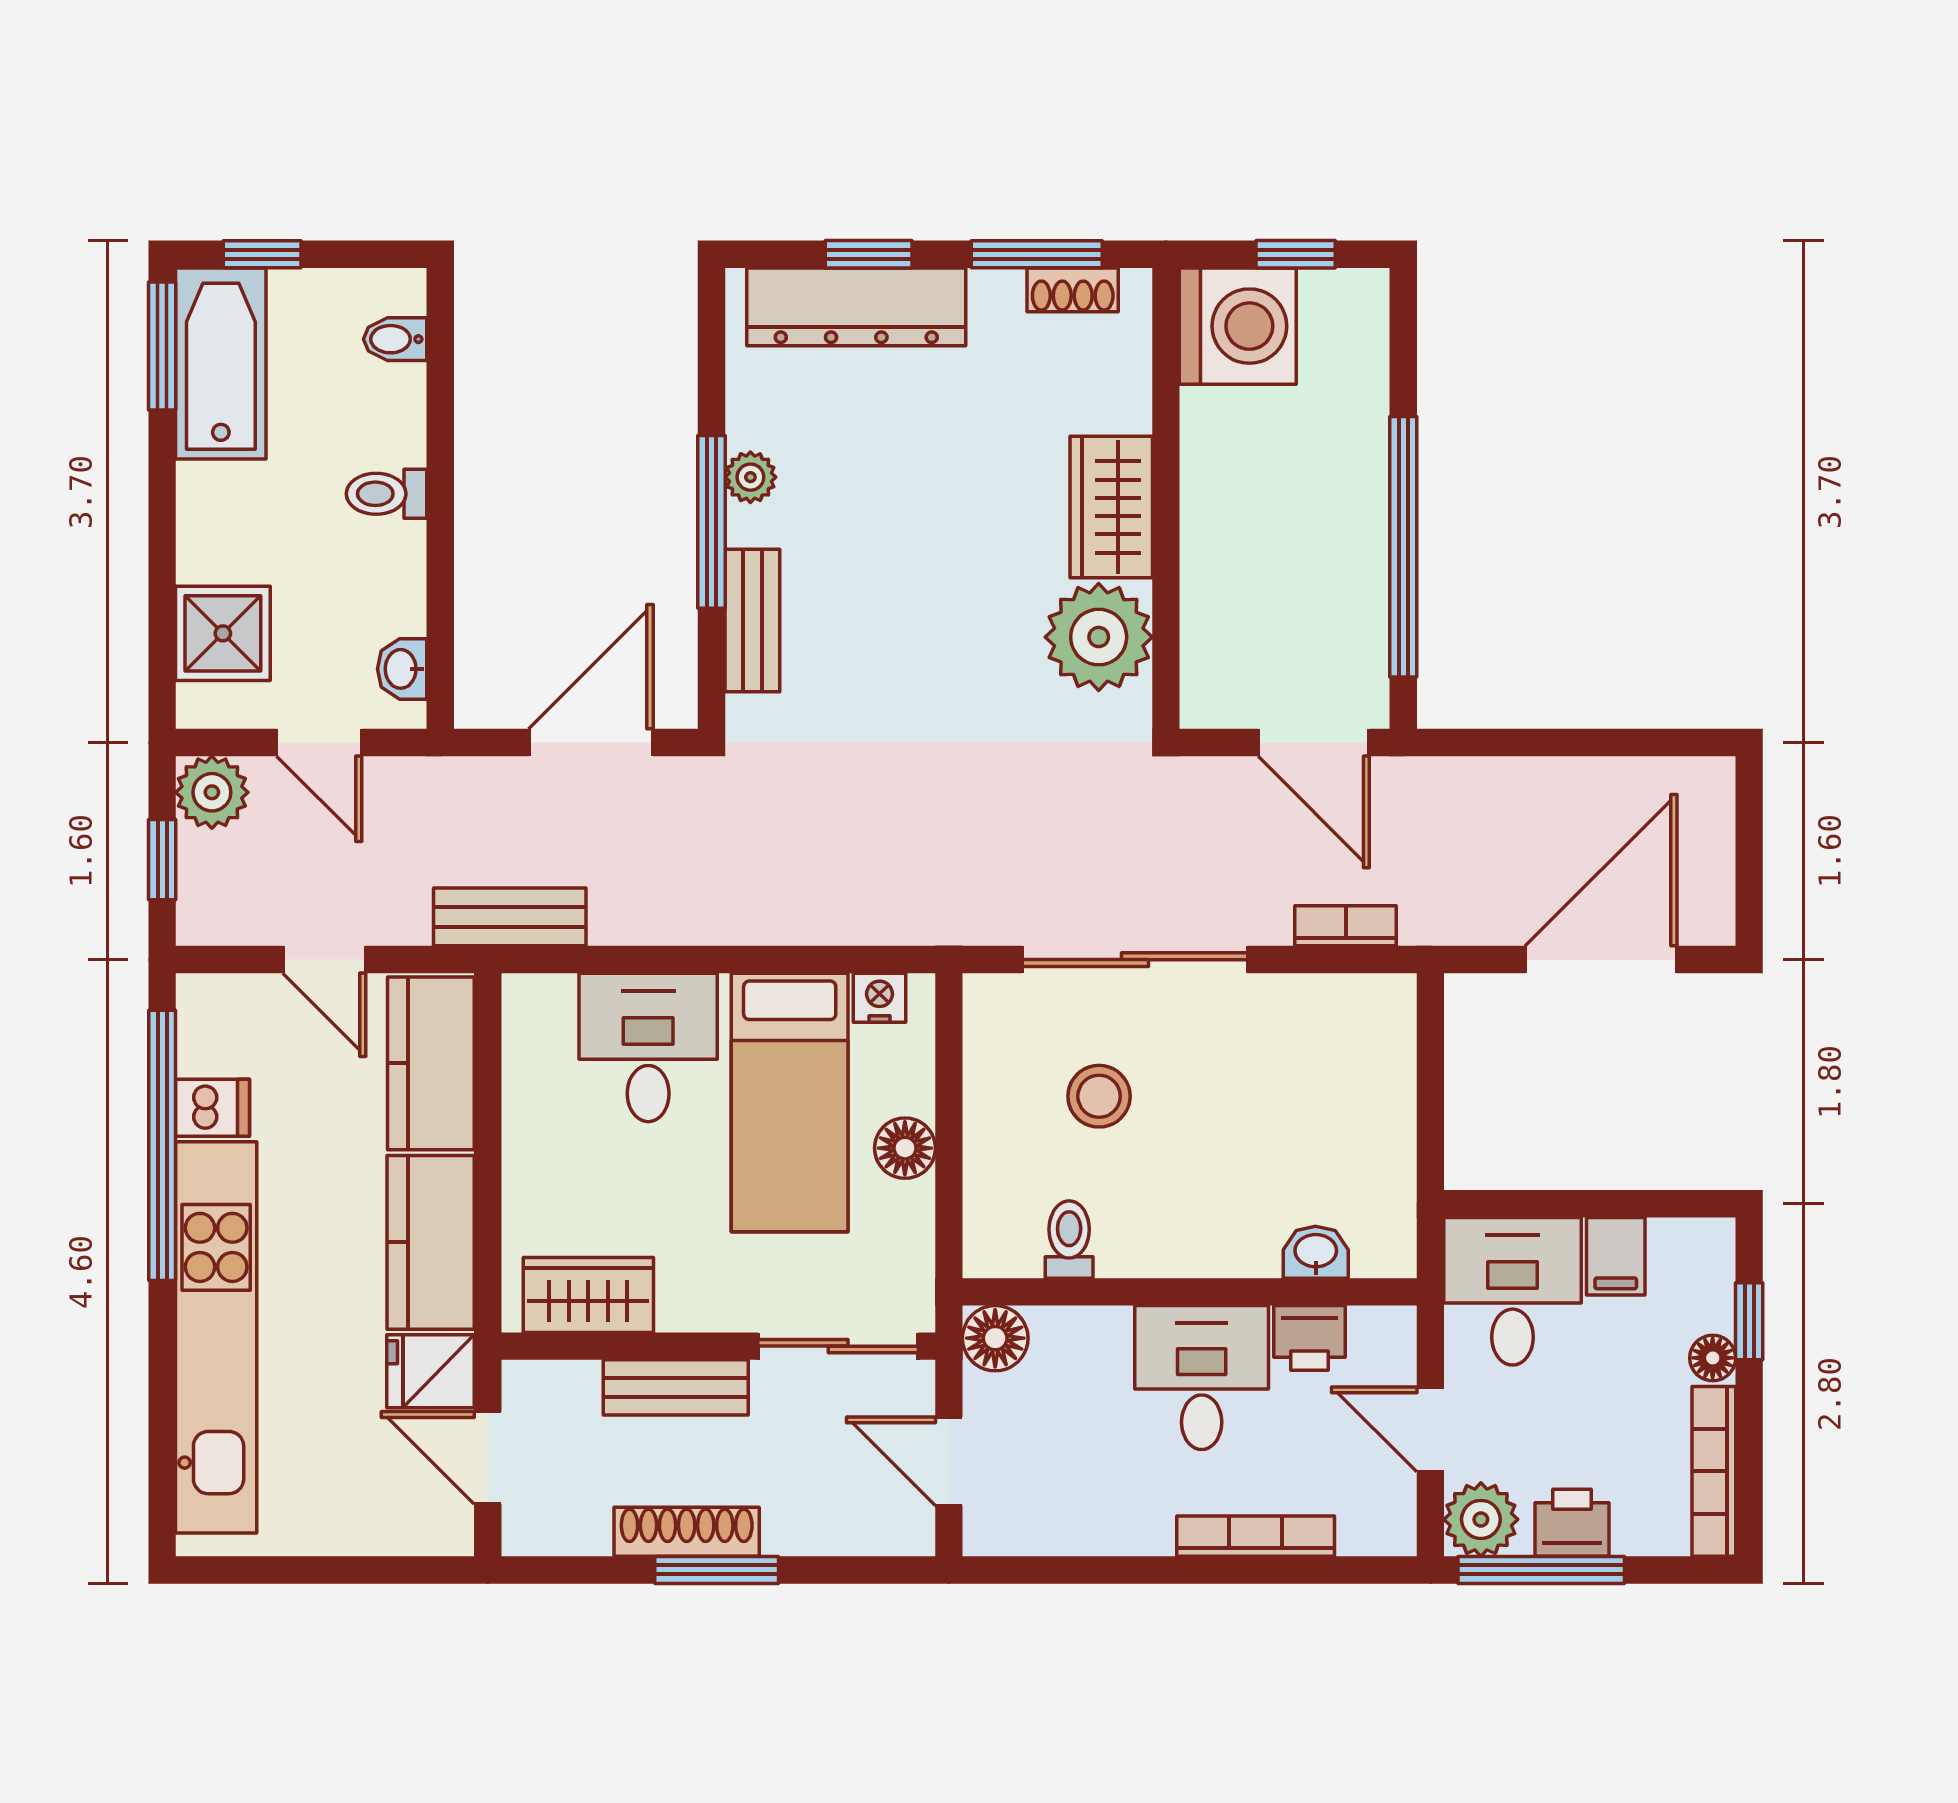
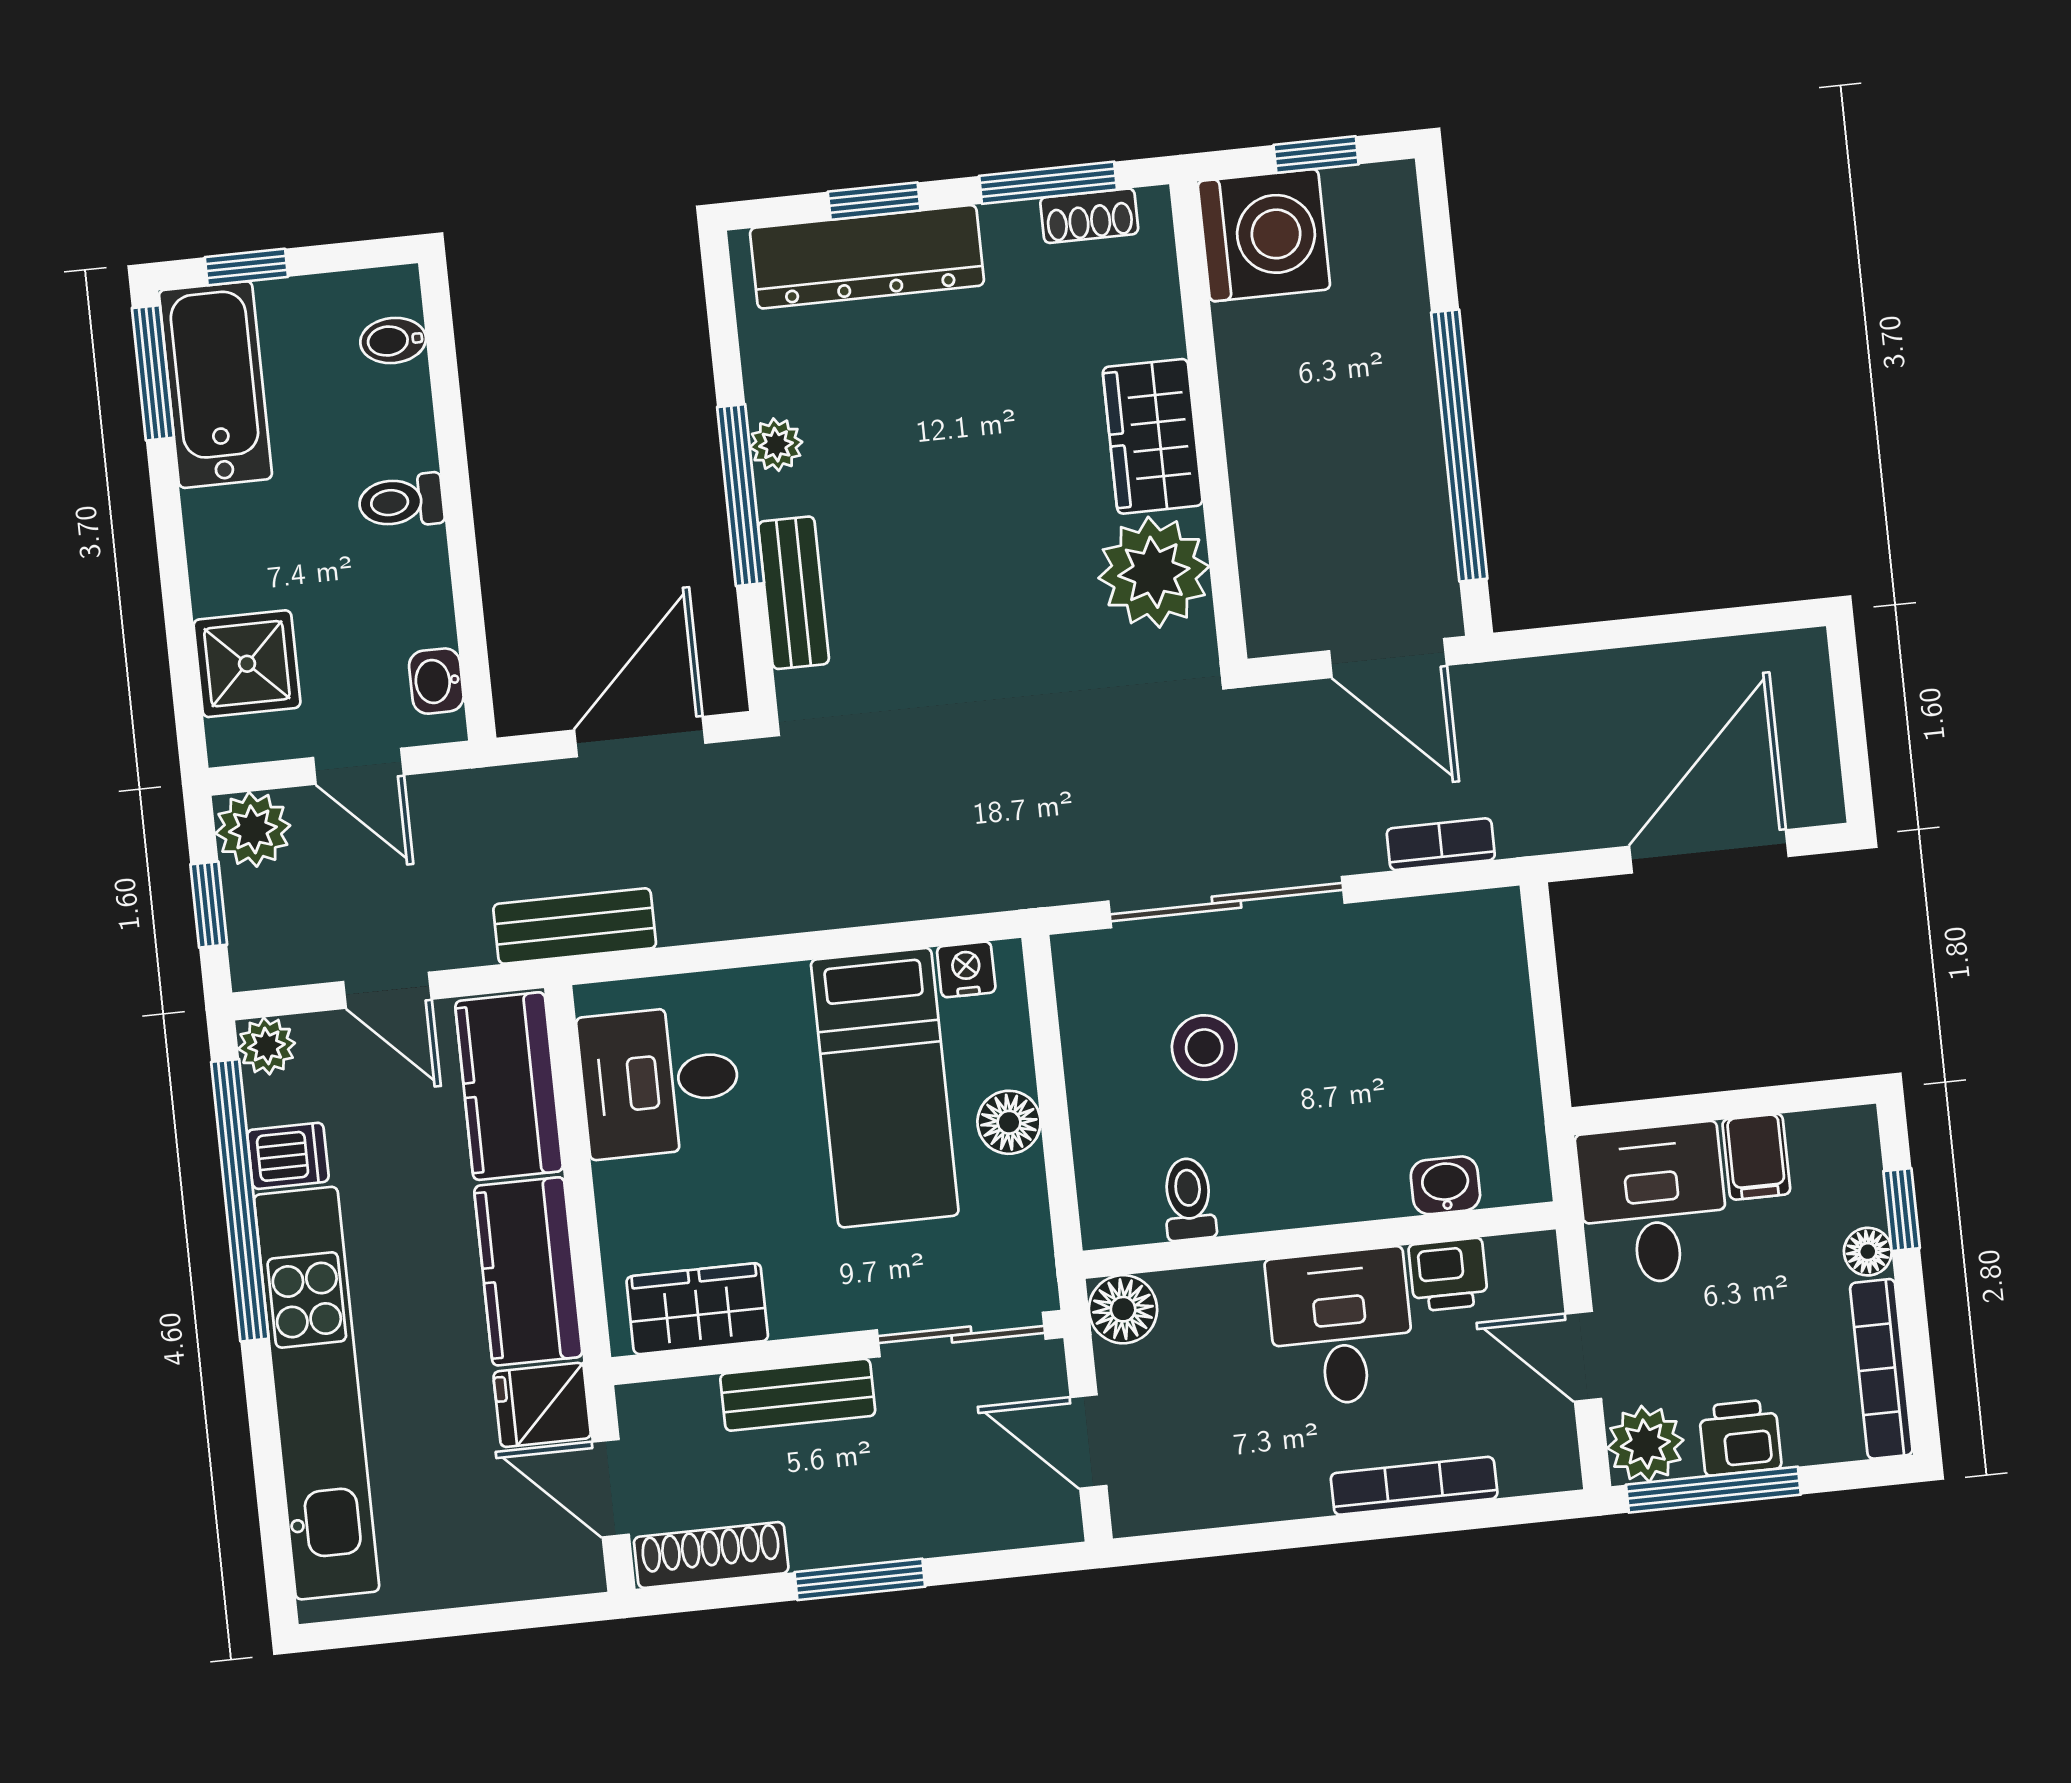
plant: (203, 1001) -> (267, 1046), added
desk: (648, 1047) -> (660, 1081), moved, turned -90
shoe rack: (687, 1532) -> (711, 1555), moved

